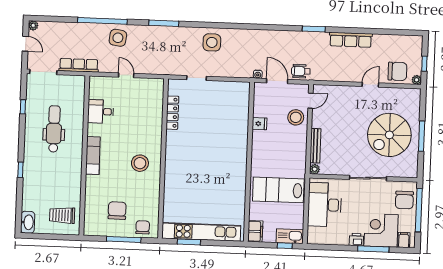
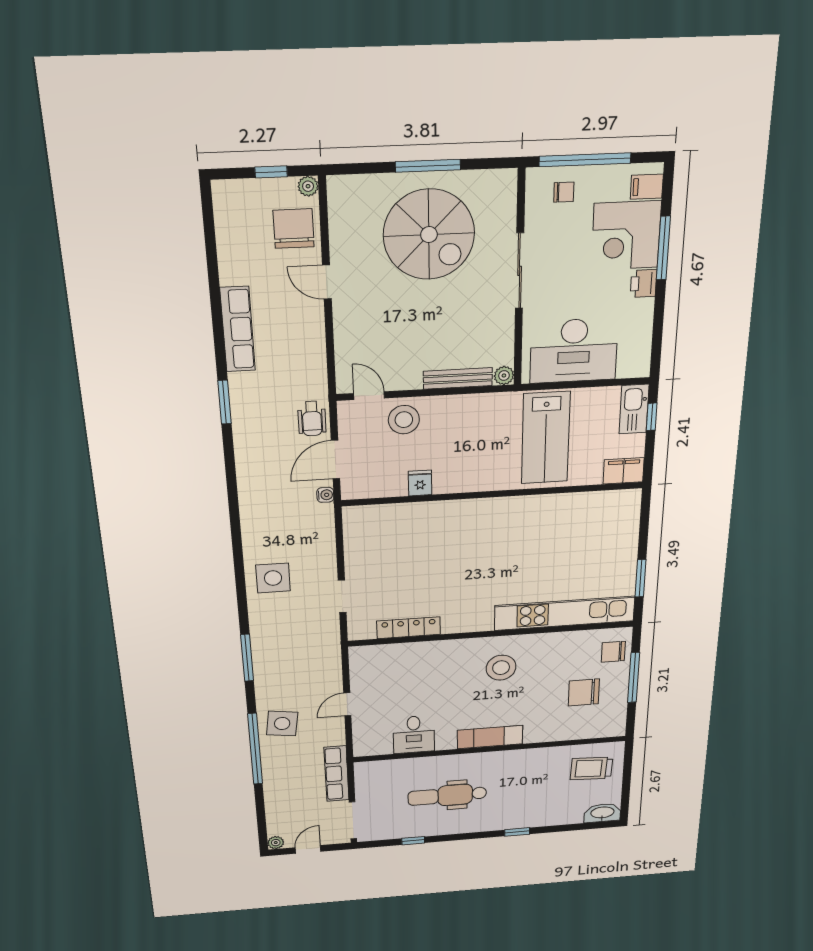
chair: (404, 200) -> (564, 192), width x0.54, depth x0.54
trolley: (62, 215) -> (591, 768), turned 93
kitchen unit: (201, 232) -> (565, 613), moved, turned 90

